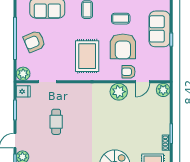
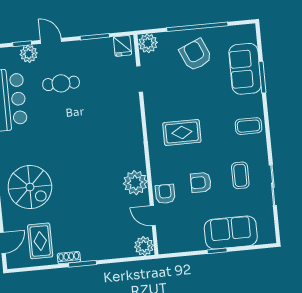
armchair: (123, 46) -> (201, 182), width x0.53, depth x0.53
rug: (87, 56) -> (182, 132), width x0.73, depth x0.70
cafe table: (56, 122) -> (61, 83), moved

